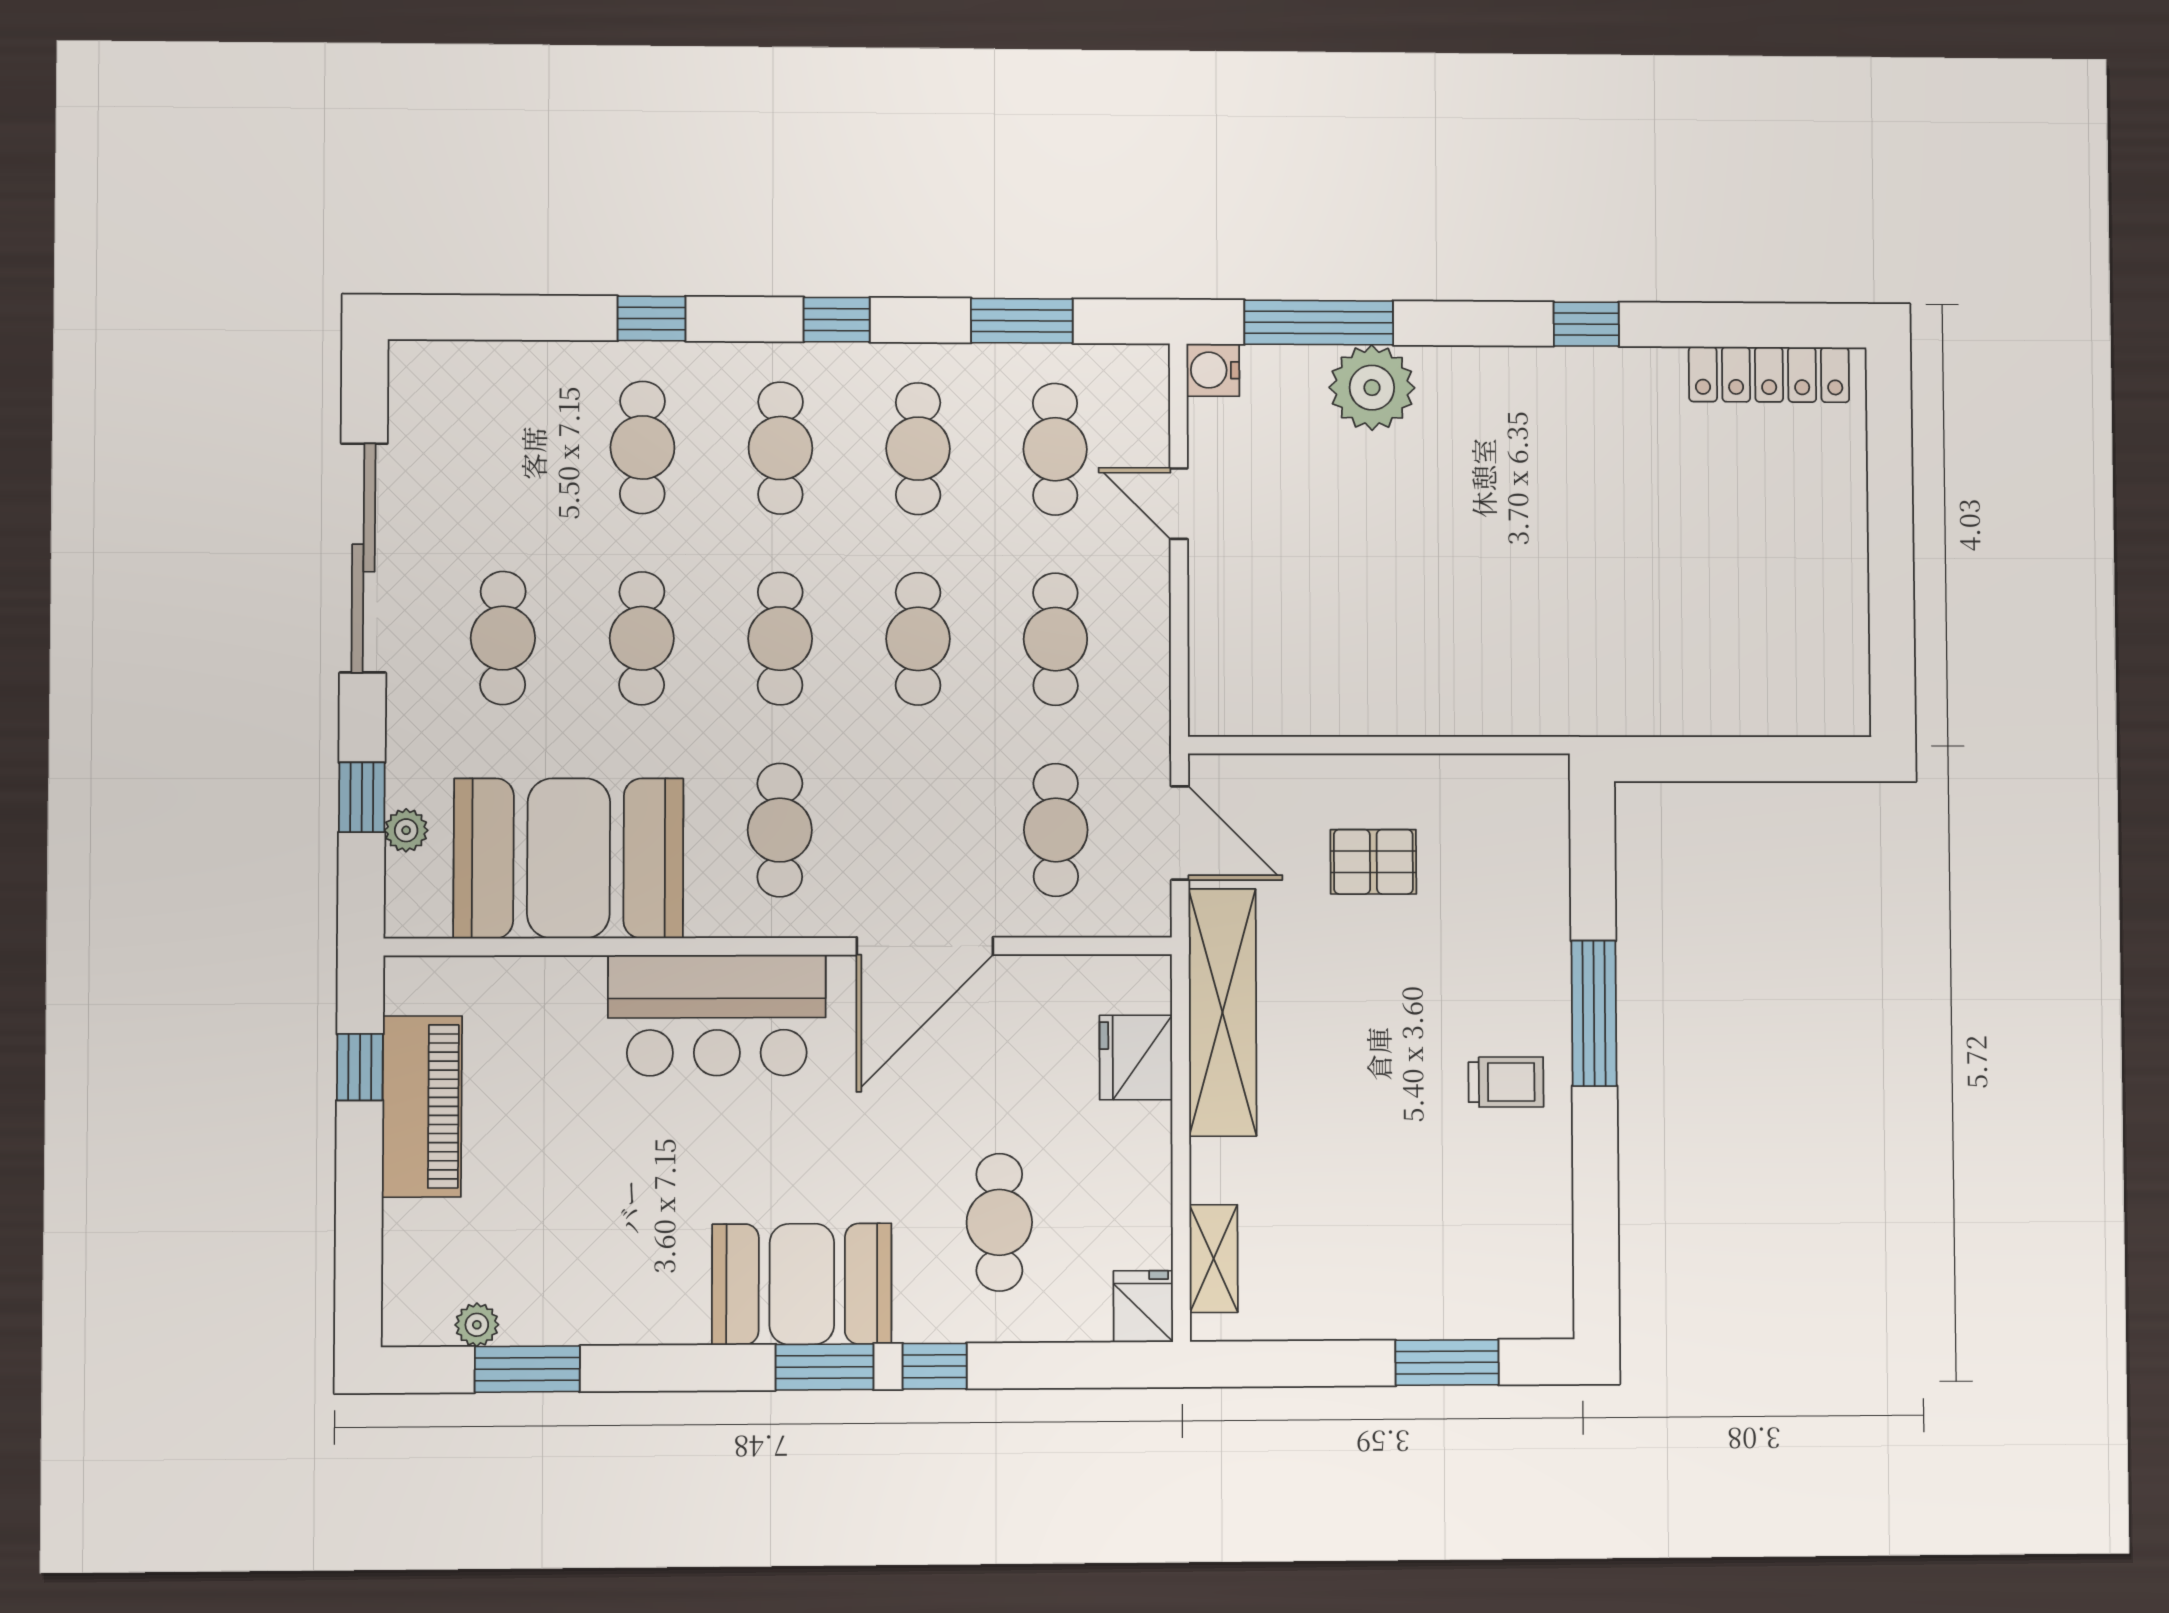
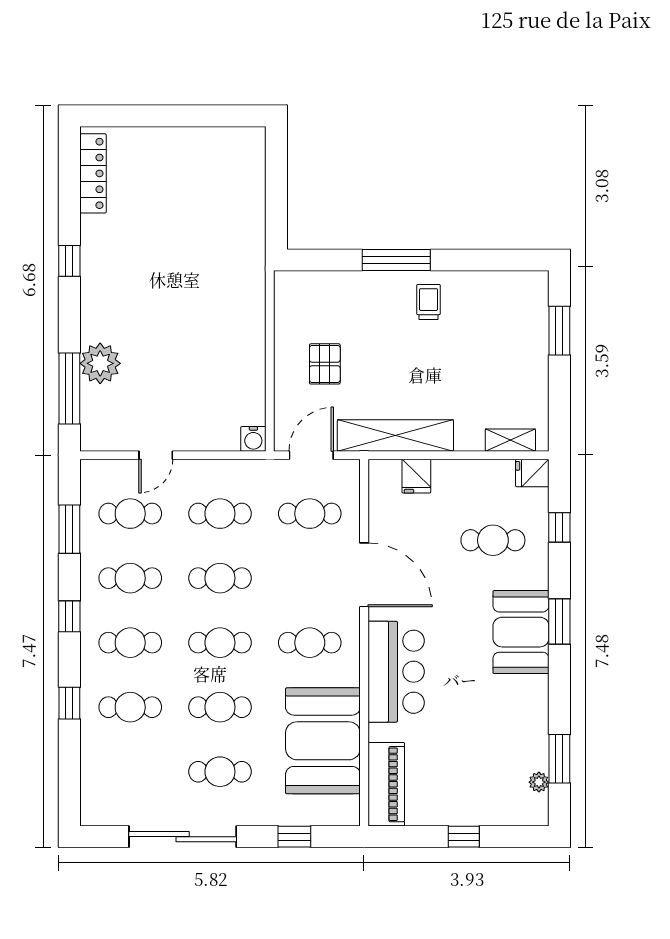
water cooler: (1213, 370) -> (253, 439), moved
plant: (406, 830) -> (310, 816), removed
fridge: (1136, 1057) -> (416, 476), width x0.72
window: (360, 1067) -> (464, 837), moved
piano: (422, 1106) -> (386, 784), moved, turned 90
window: (935, 1366) -> (559, 527), moved

